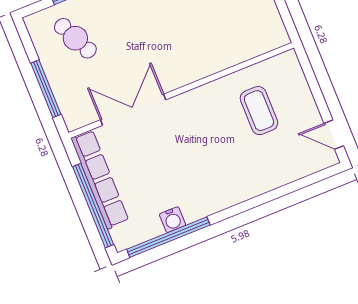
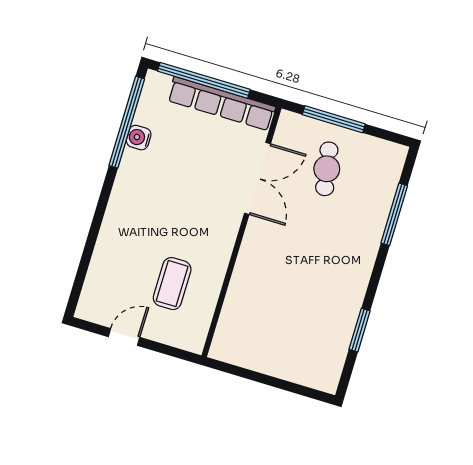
cafe table: (75, 38) -> (327, 169), moved, turned -75
coffee table: (259, 111) -> (172, 284), turned 90
door: (334, 135) -> (124, 337), moved

